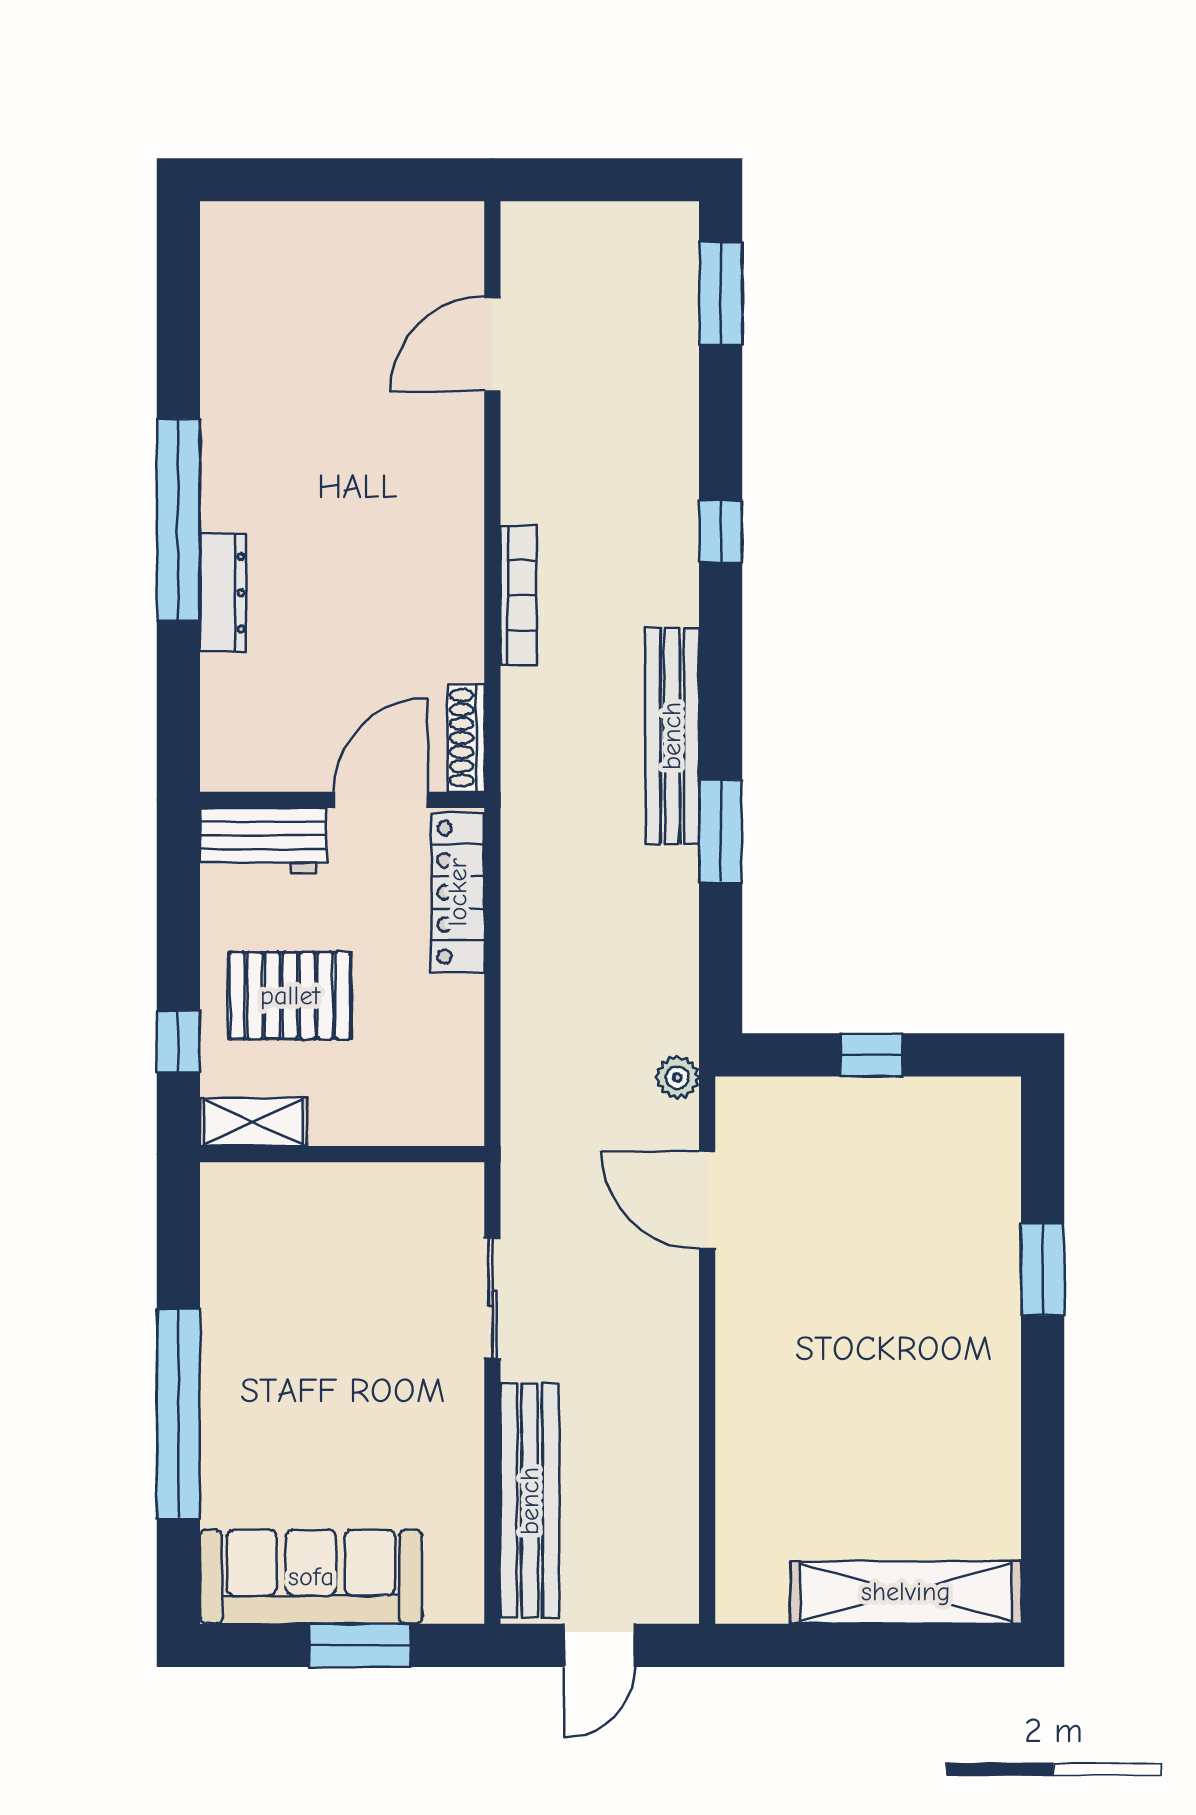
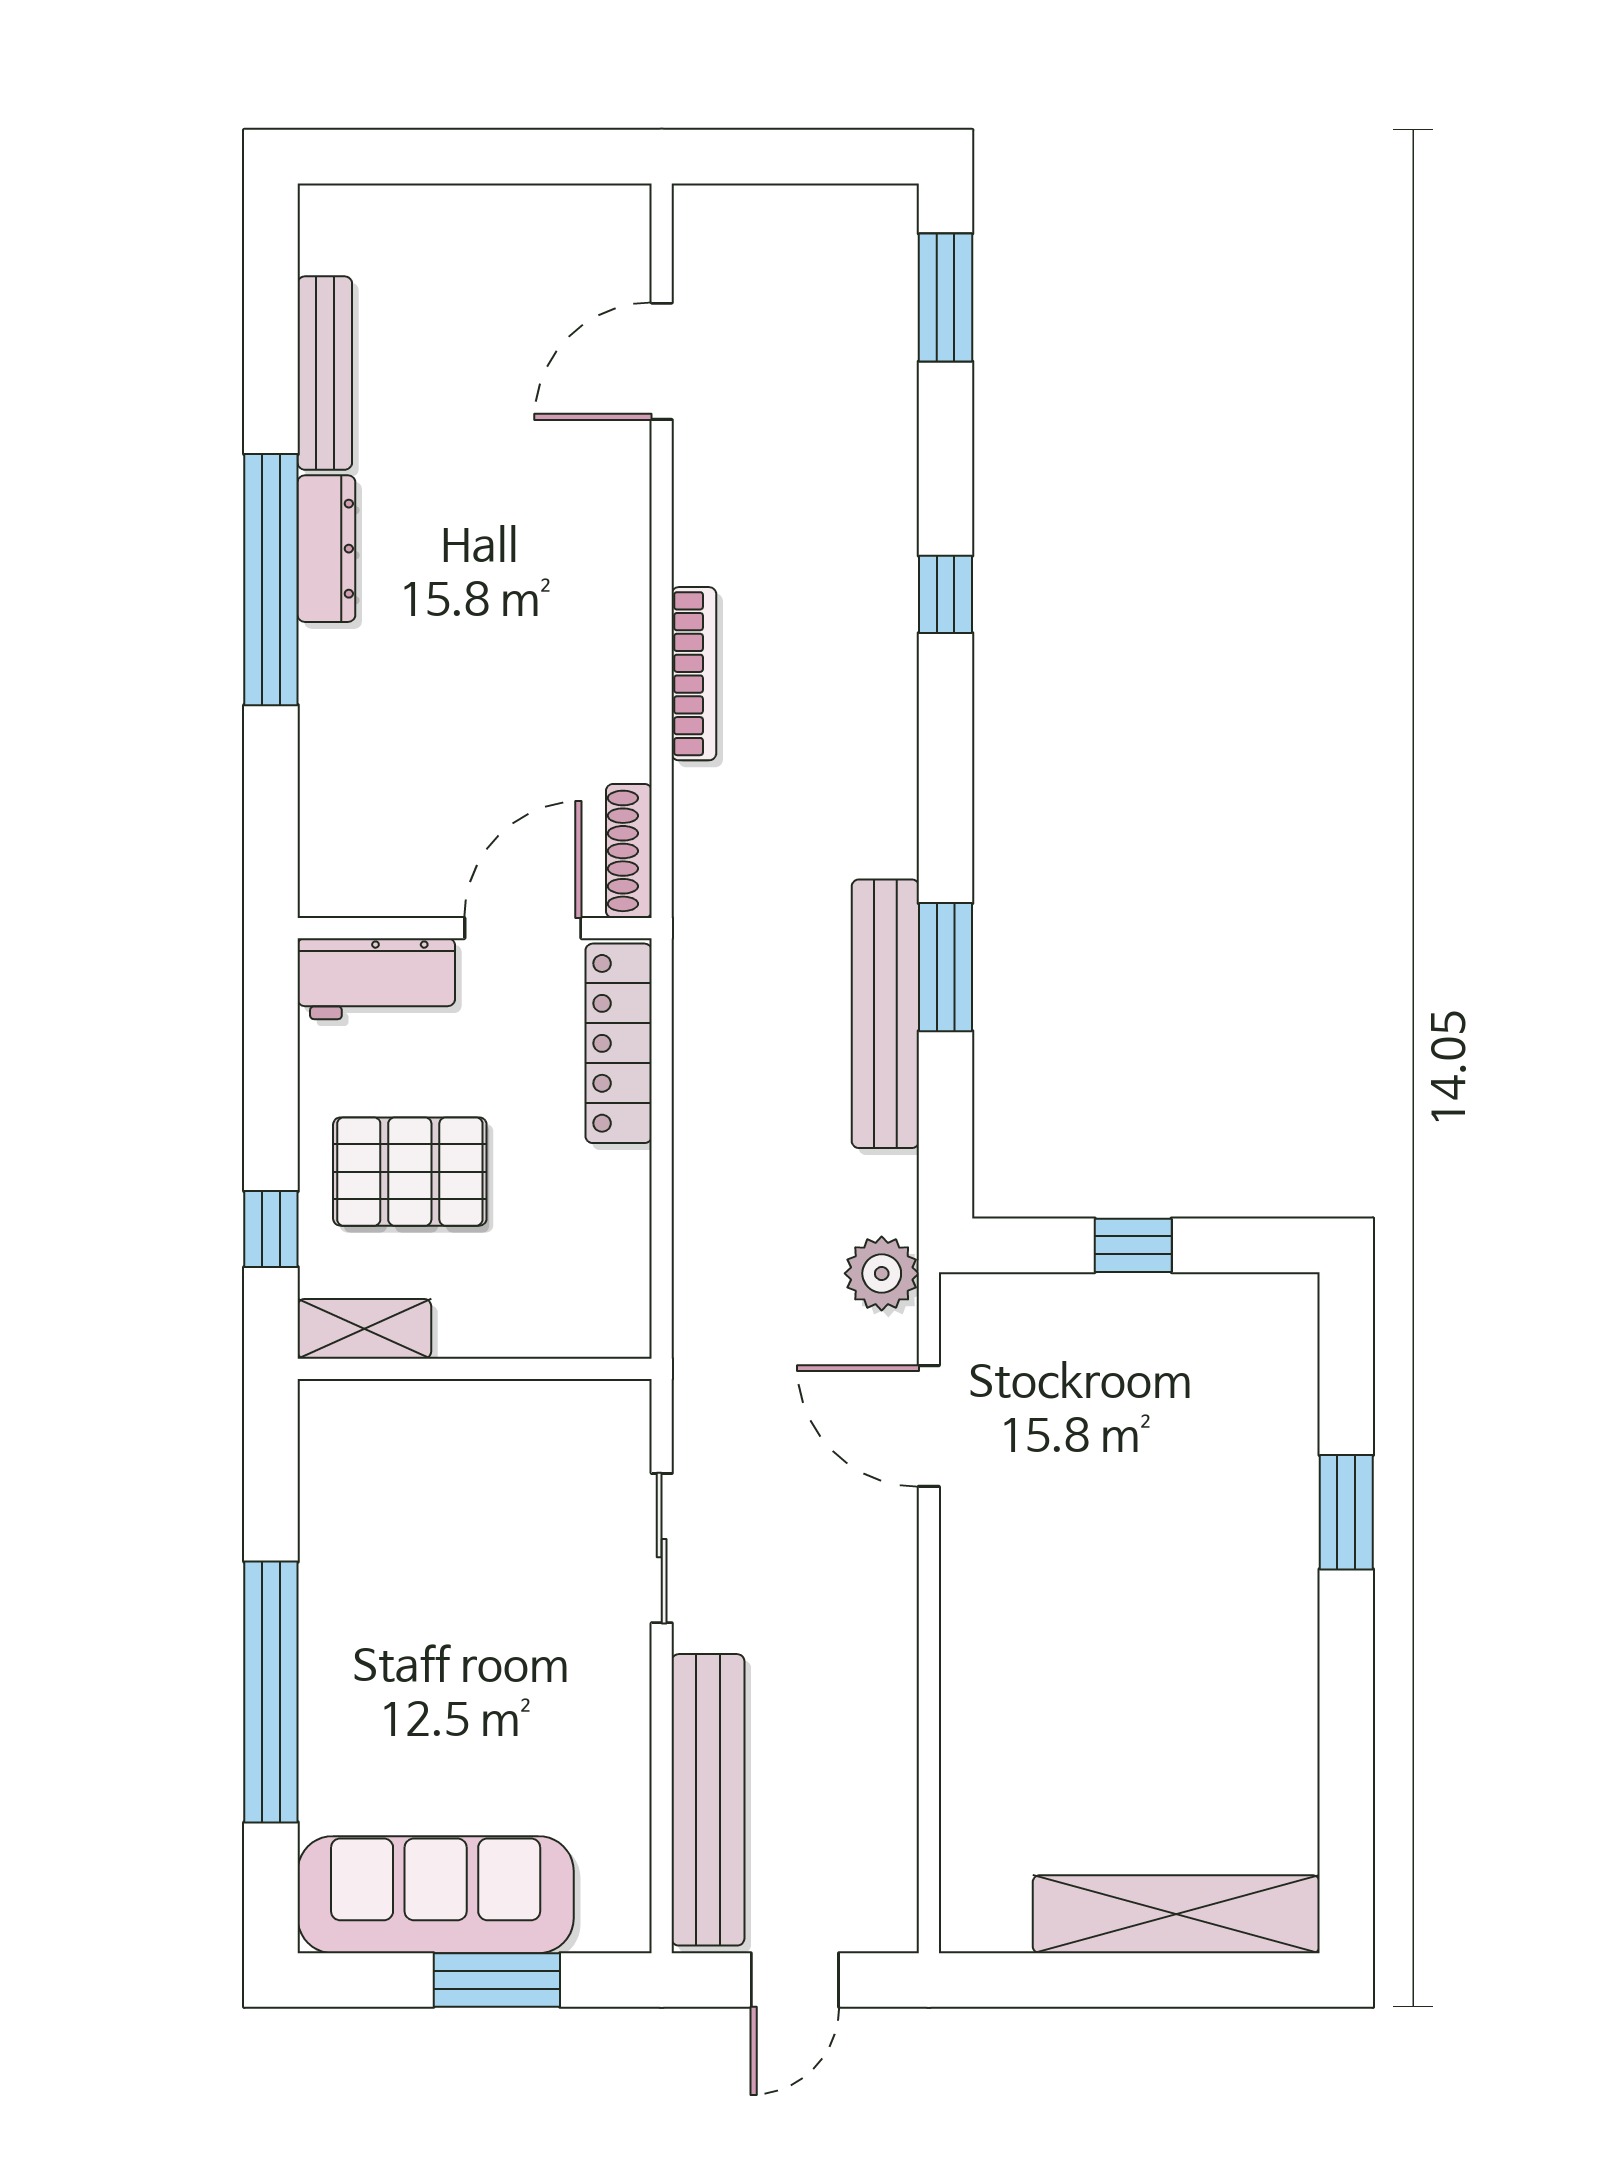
bench: (222, 354) -> (325, 373), added
dresser: (223, 593) -> (326, 549), moved
bench: (672, 736) -> (885, 1014), moved
plant: (677, 1077) -> (882, 1273), width x1.38, depth x1.38

